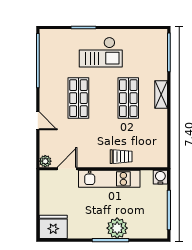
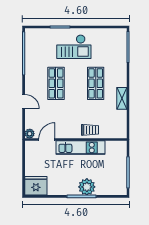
shelving: (161, 95) -> (122, 98), moved
water cooler: (160, 177) -> (121, 146), removed

